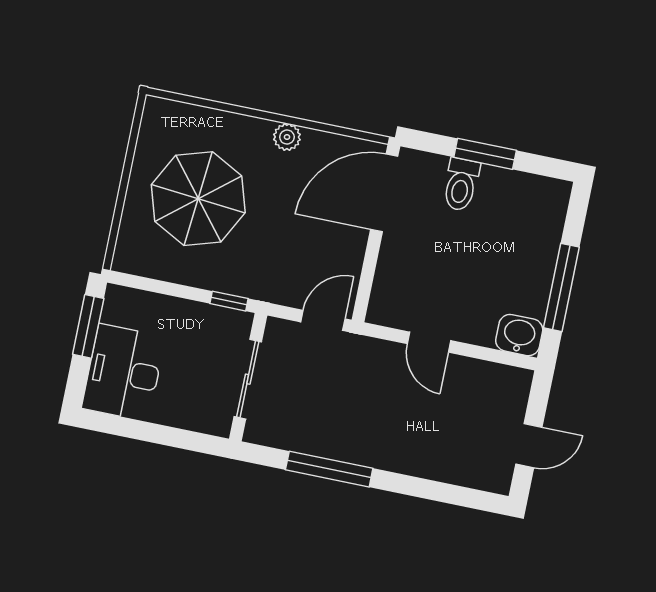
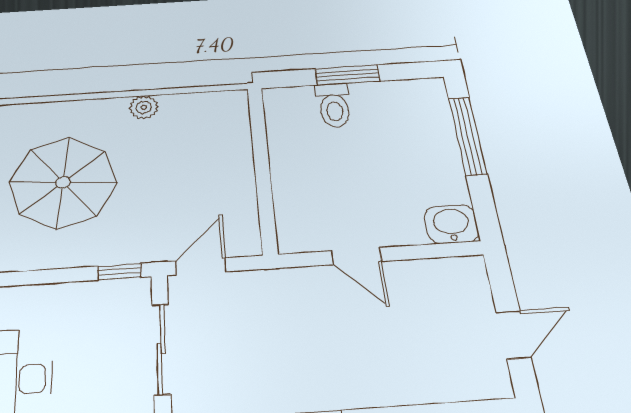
door: (384, 193) -> (258, 131), removed
window: (561, 287) -> (468, 136), moved
door: (323, 320) -> (201, 266), moved

